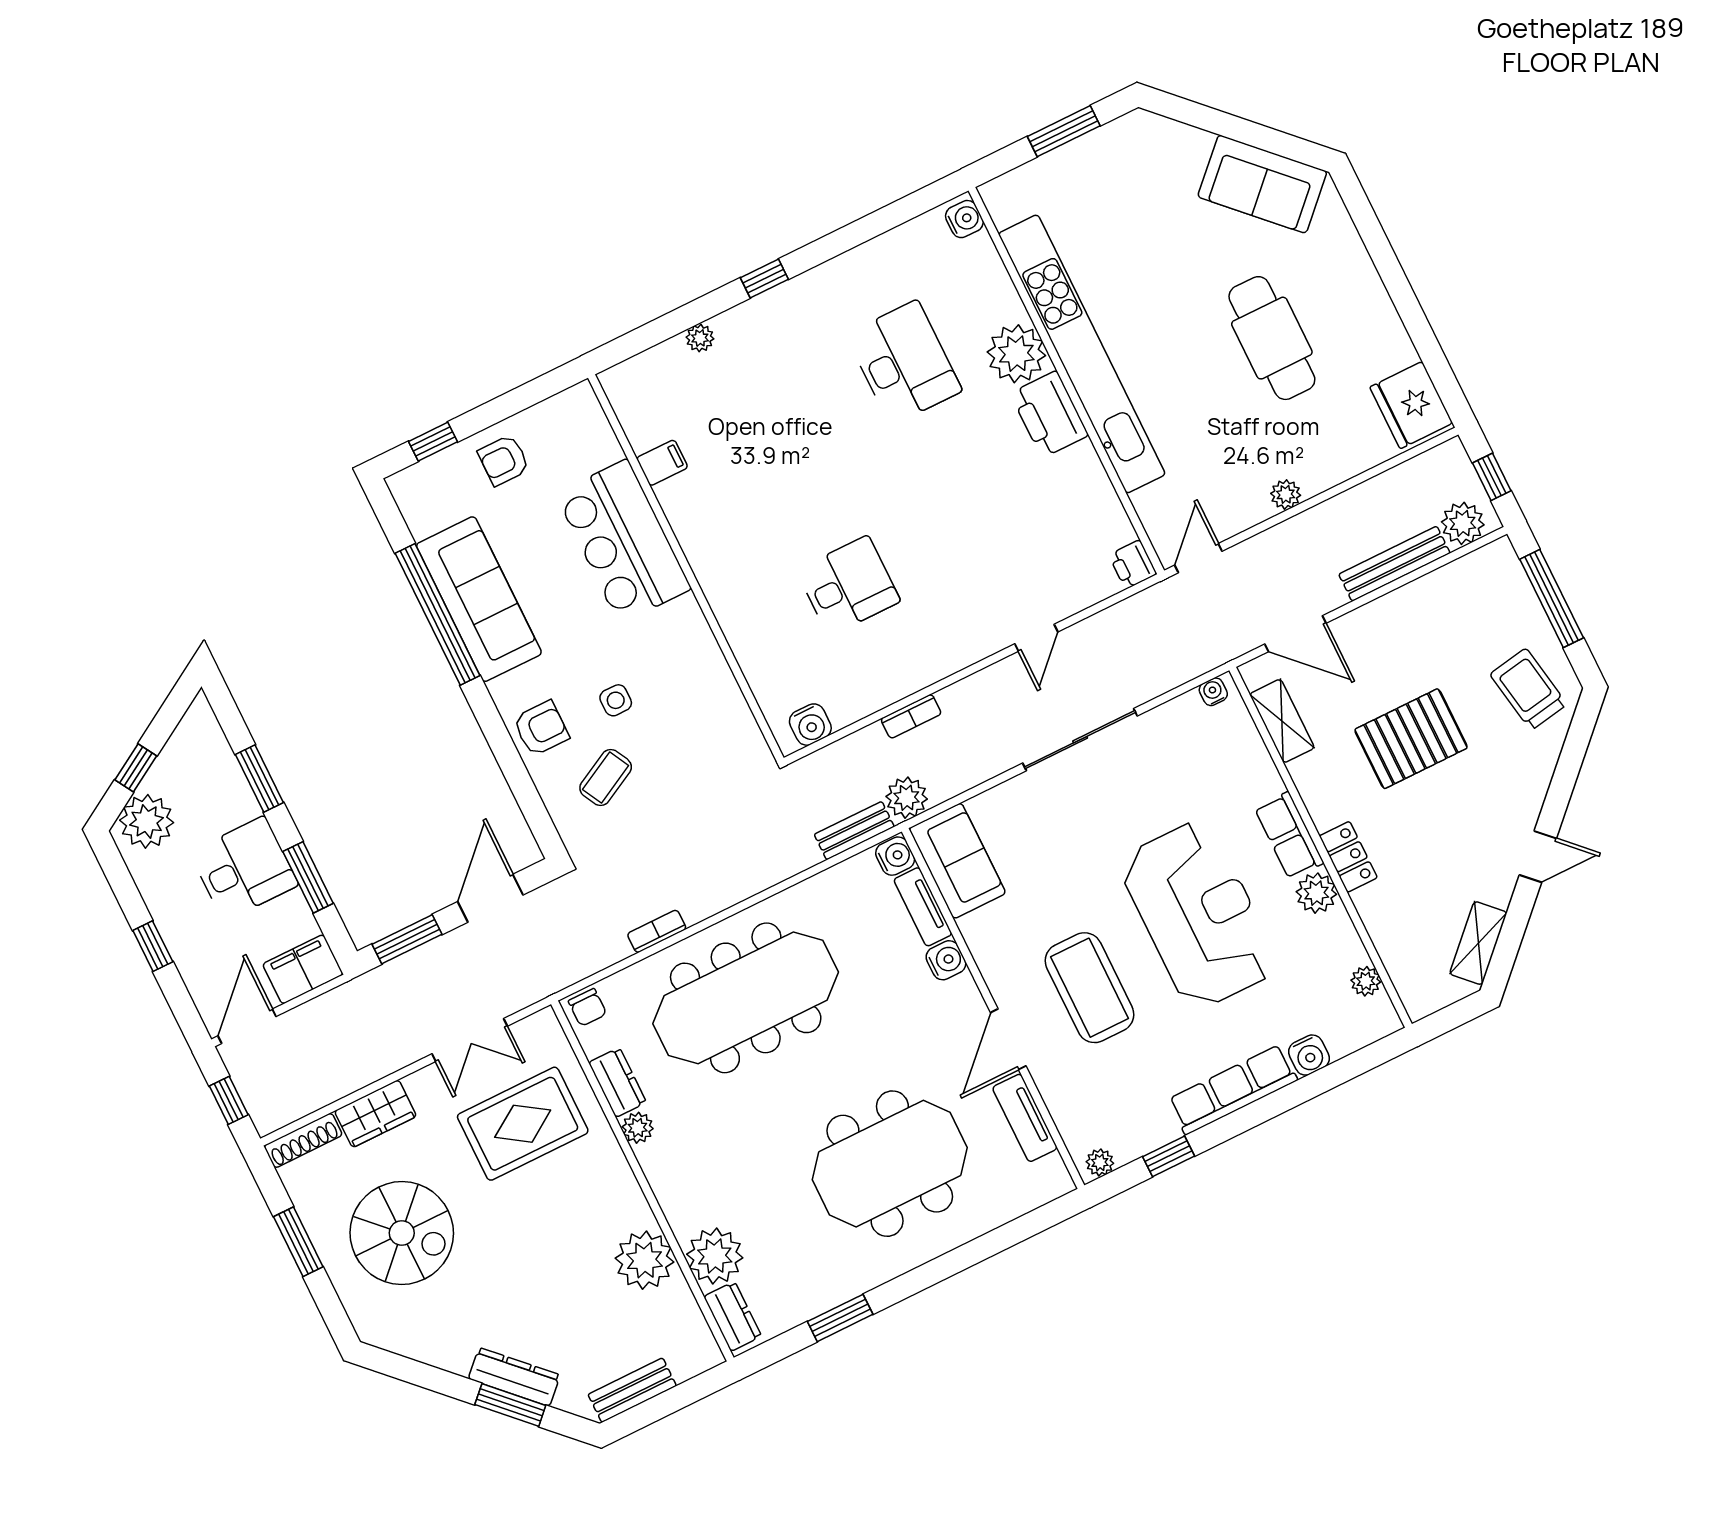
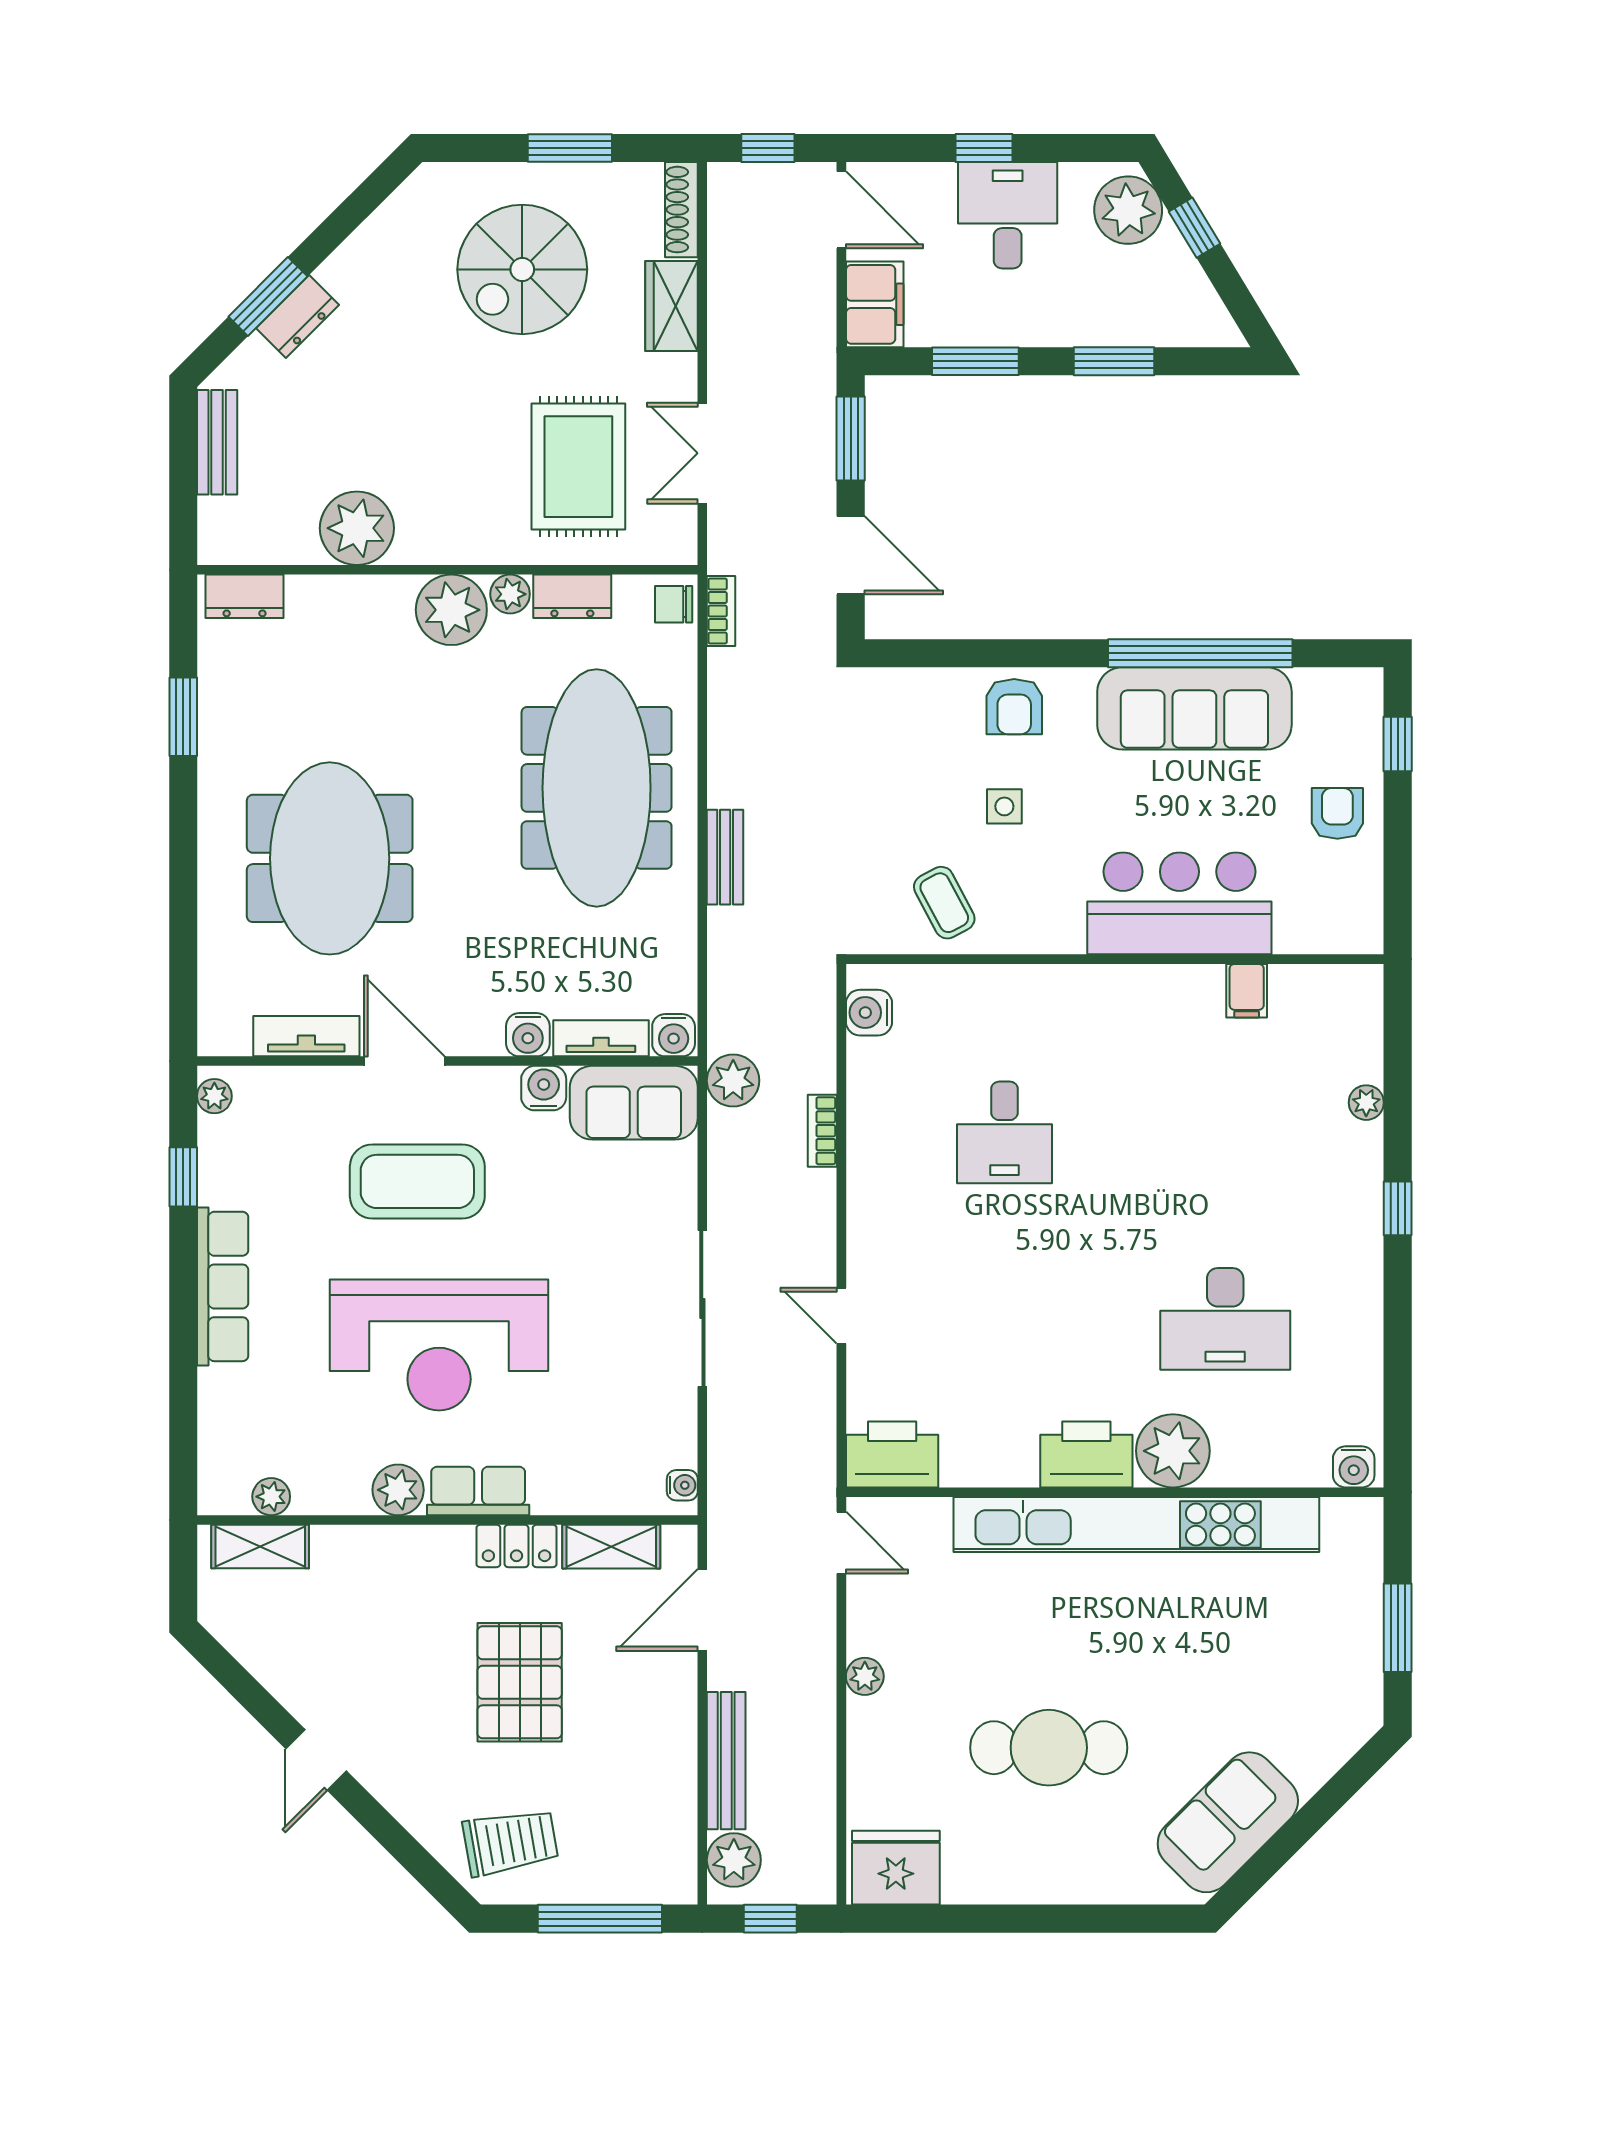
printer: (1133, 564) -> (892, 1454), width x1.87, depth x1.48
coffee table: (606, 777) -> (944, 903), moved
bench: (854, 831) -> (725, 857), moved
locker: (1348, 857) -> (517, 1546), moved
desk: (244, 869) -> (1008, 215), moved, turned 180
bookcase: (657, 931) -> (721, 611), moved
shelving: (1478, 943) -> (260, 1547), moved, turned -45
water cooler: (1309, 1055) -> (544, 1088), moved, turned 90
plant: (715, 1256) -> (451, 610), moved
dresser: (514, 1377) -> (298, 317), width x0.70

